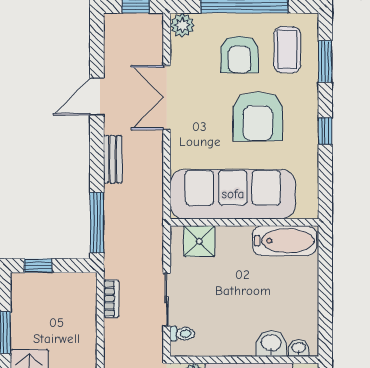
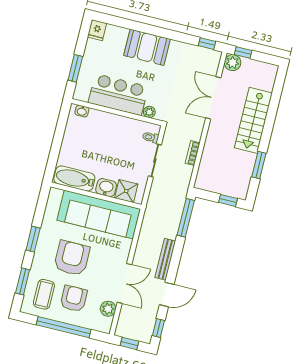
plant: (182, 25) -> (108, 309), moved
window: (97, 41) -> (158, 328), added
window: (325, 131) -> (33, 239), width x1.50
bench: (113, 159) -> (165, 259), width x1.36
bookcase: (111, 299) -> (193, 153), moved
washbasin: (271, 343) -> (106, 188), moved, turned 180

